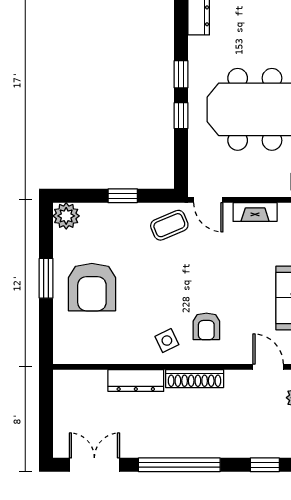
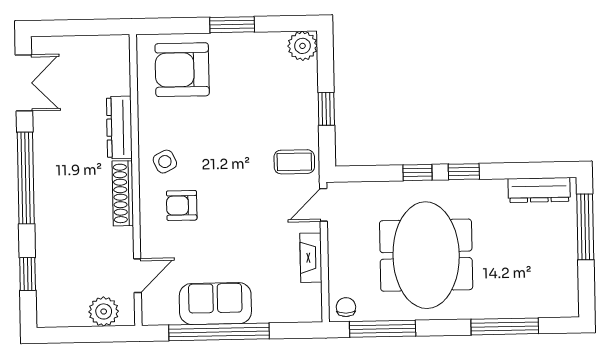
coffee table: (169, 225) -> (294, 162), turned -67
armchair: (92, 287) -> (182, 70), moved

